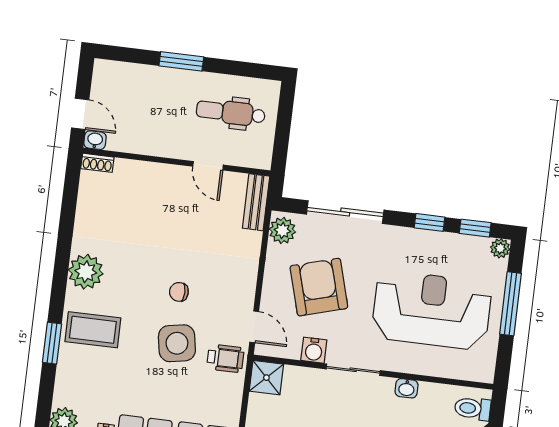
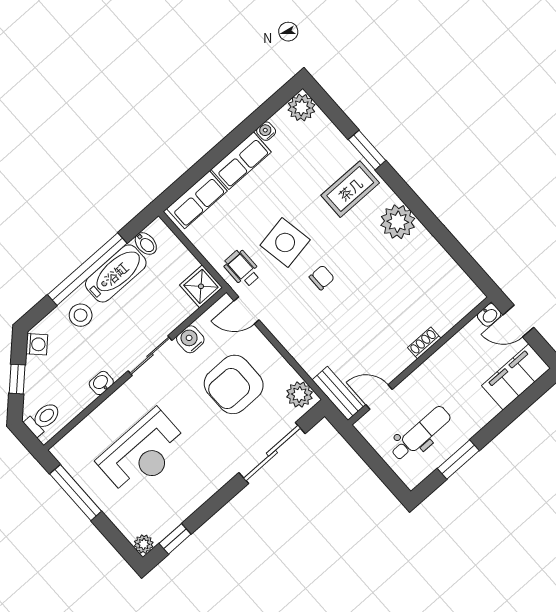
window: (181, 61) -> (458, 459), moved
filing cabinet: (124, 78) -> (516, 377), added
shoe rack: (97, 163) -> (424, 343), moved
door: (208, 166) -> (379, 397), moved
window: (430, 222) -> (209, 509), removed
armchair: (319, 287) -> (234, 384), turned 106
window: (511, 304) -> (76, 493), moved
reception desk: (432, 310) -> (143, 453), width x0.74, depth x0.77
wheelchair: (225, 358) -> (242, 269), turned 90

